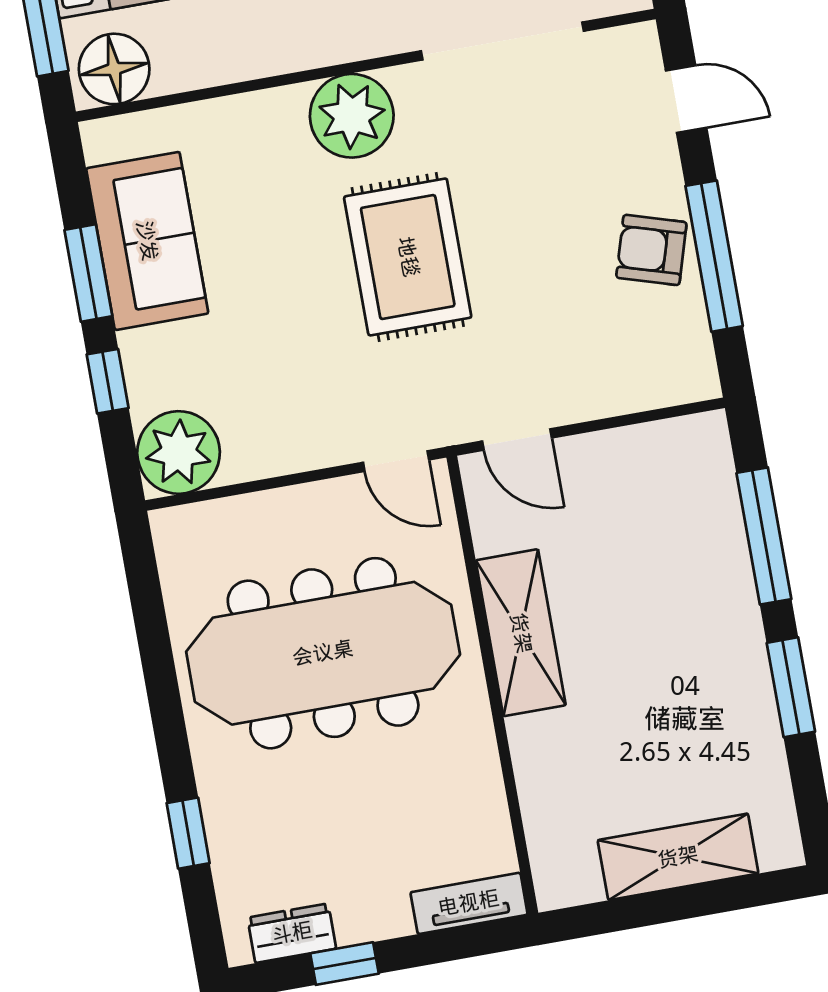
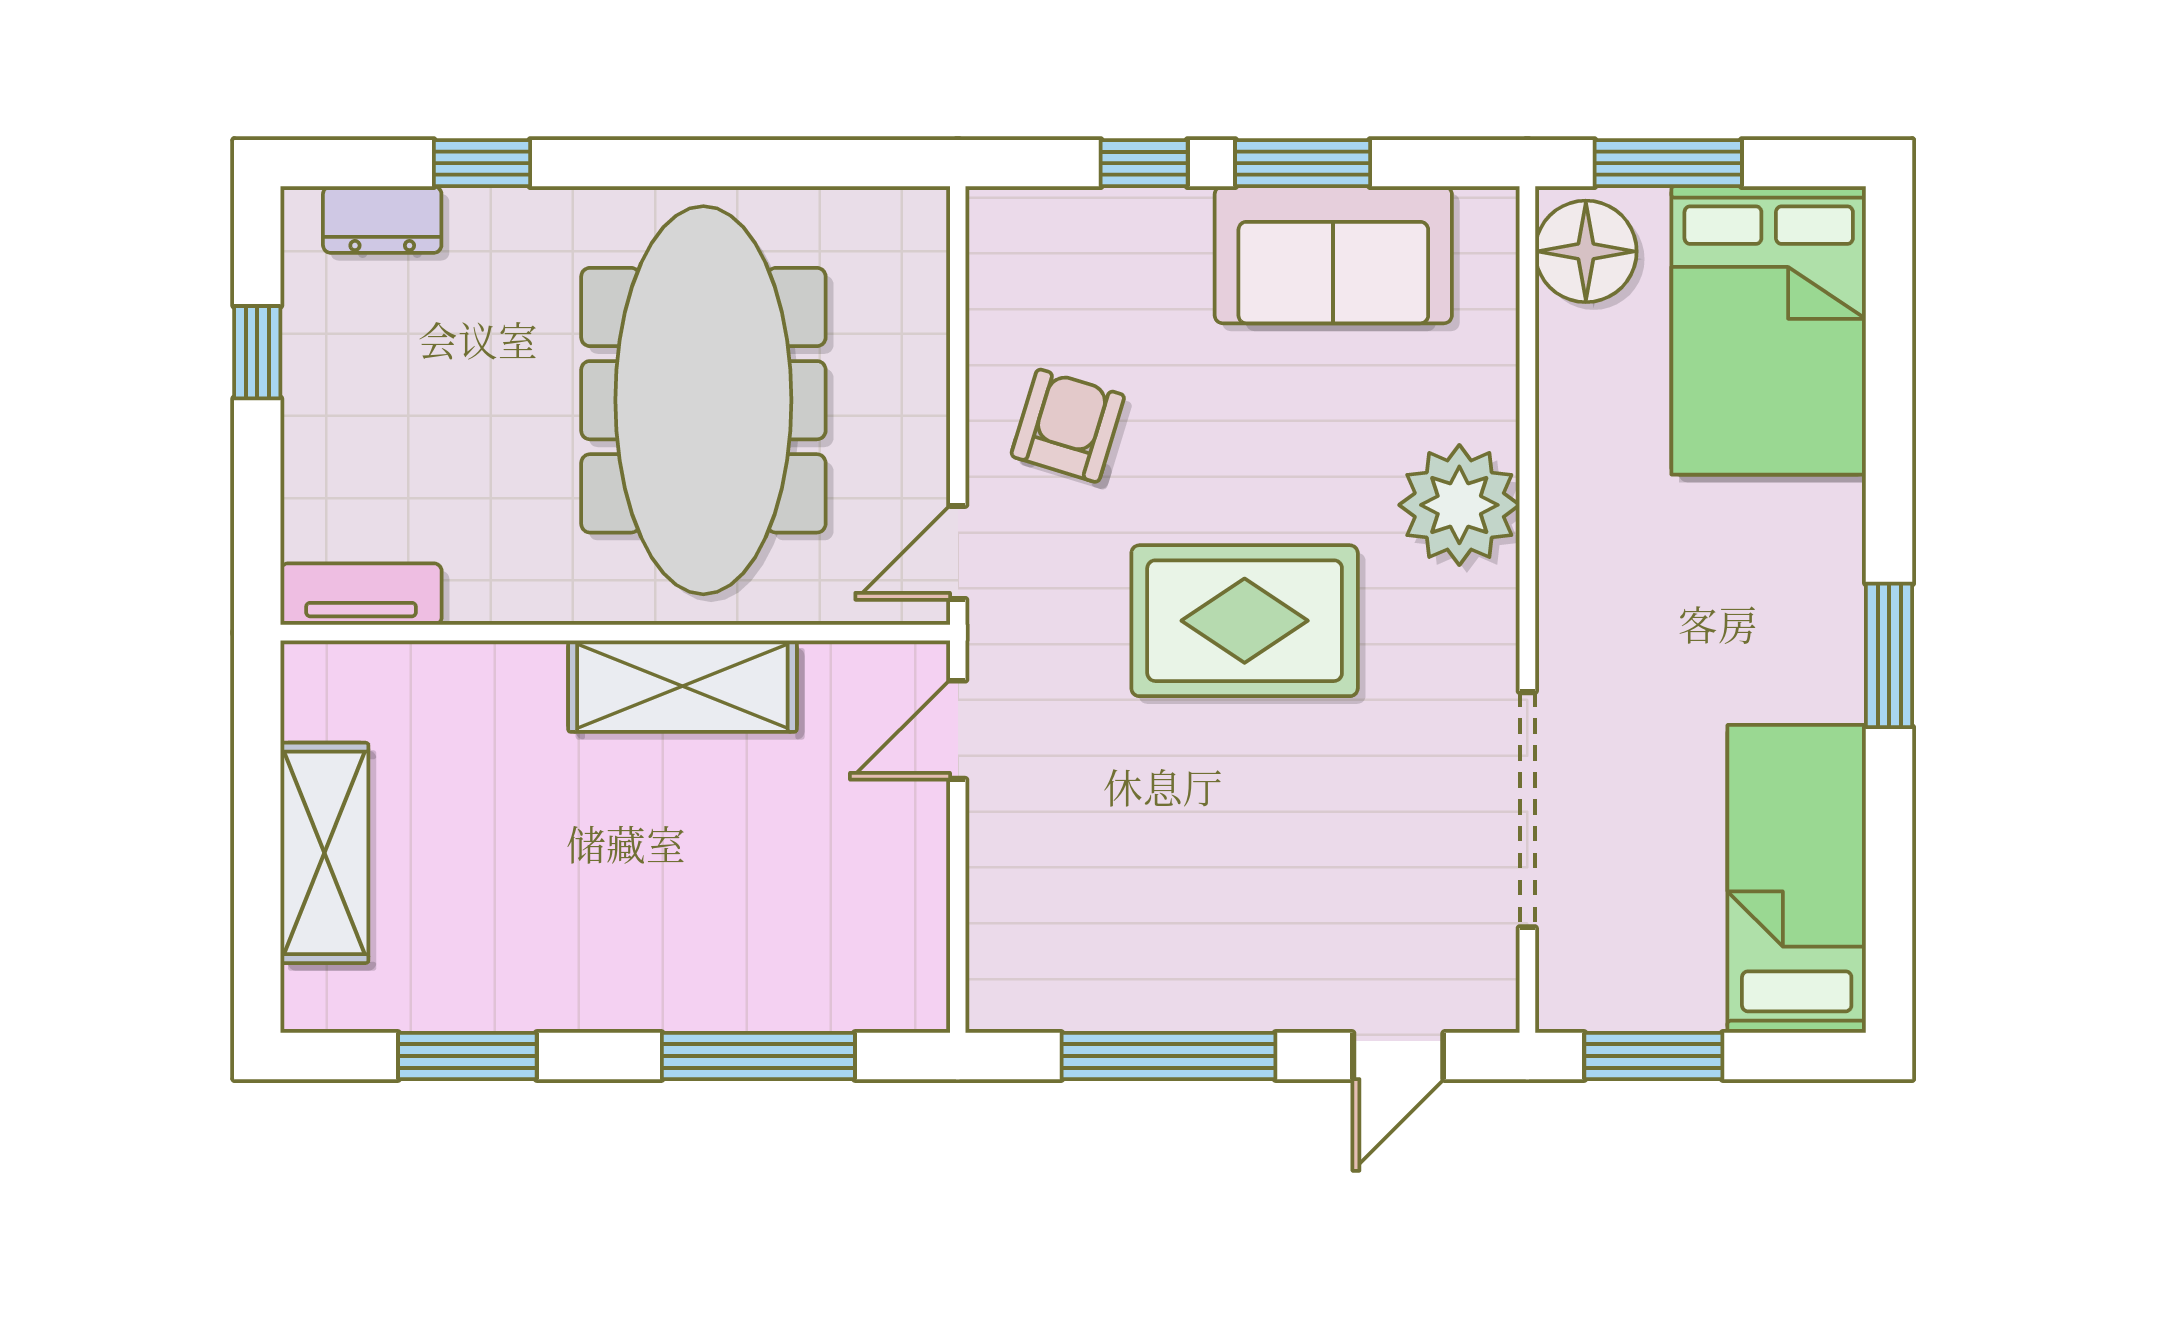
plant: (352, 116) -> (1459, 505), moved
armchair: (651, 250) -> (1068, 426), moved
plant: (179, 452) -> (1025, 246), removed
window: (791, 687) -> (467, 1056), moved
tv unit: (469, 903) -> (361, 594), moved, turned -90
dresser: (292, 933) -> (382, 220), moved, turned 90

